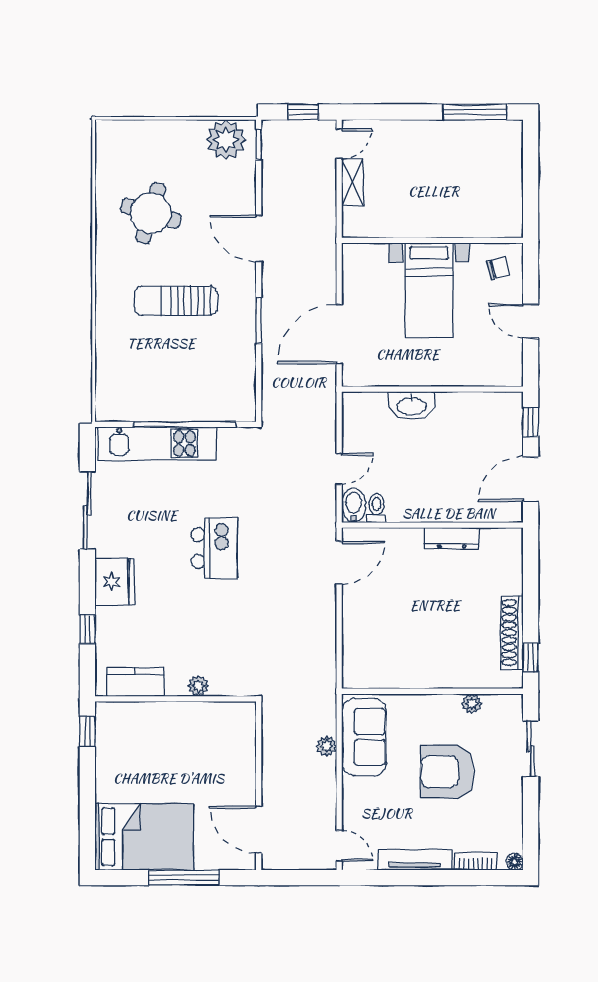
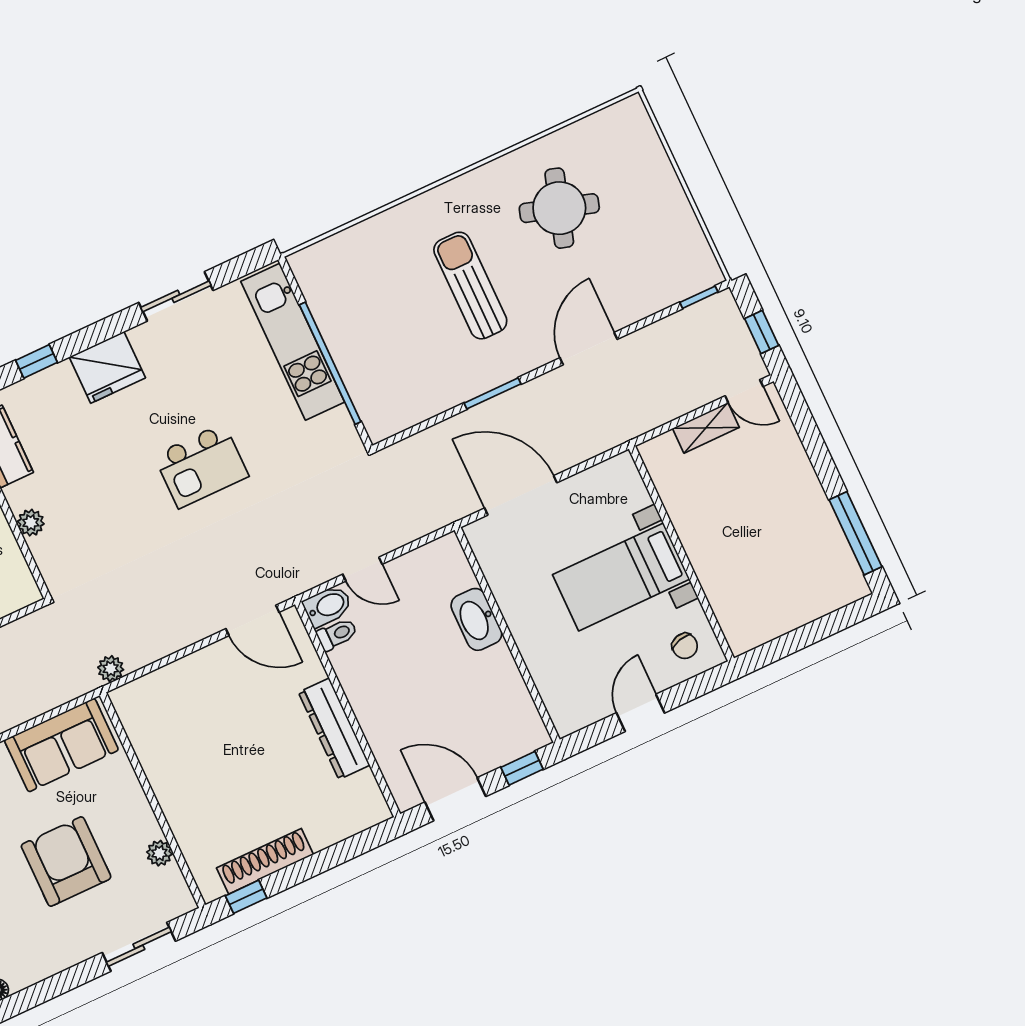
plant: (226, 140) -> (687, 256), removed
sliding door: (87, 510) -> (176, 296), width x0.73
dresser: (452, 538) -> (334, 729), width x1.37, depth x1.24
plant: (327, 746) -> (111, 669), moved

